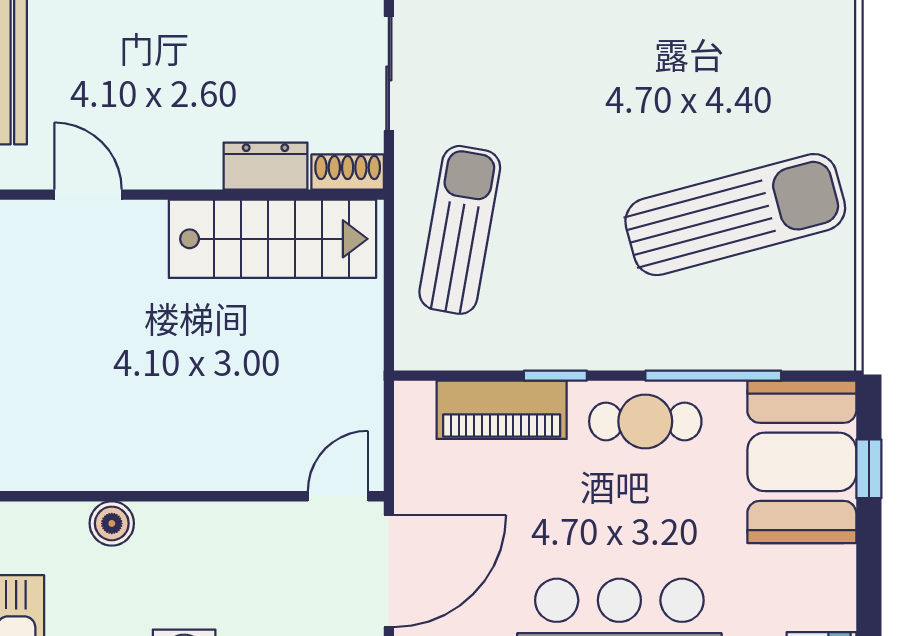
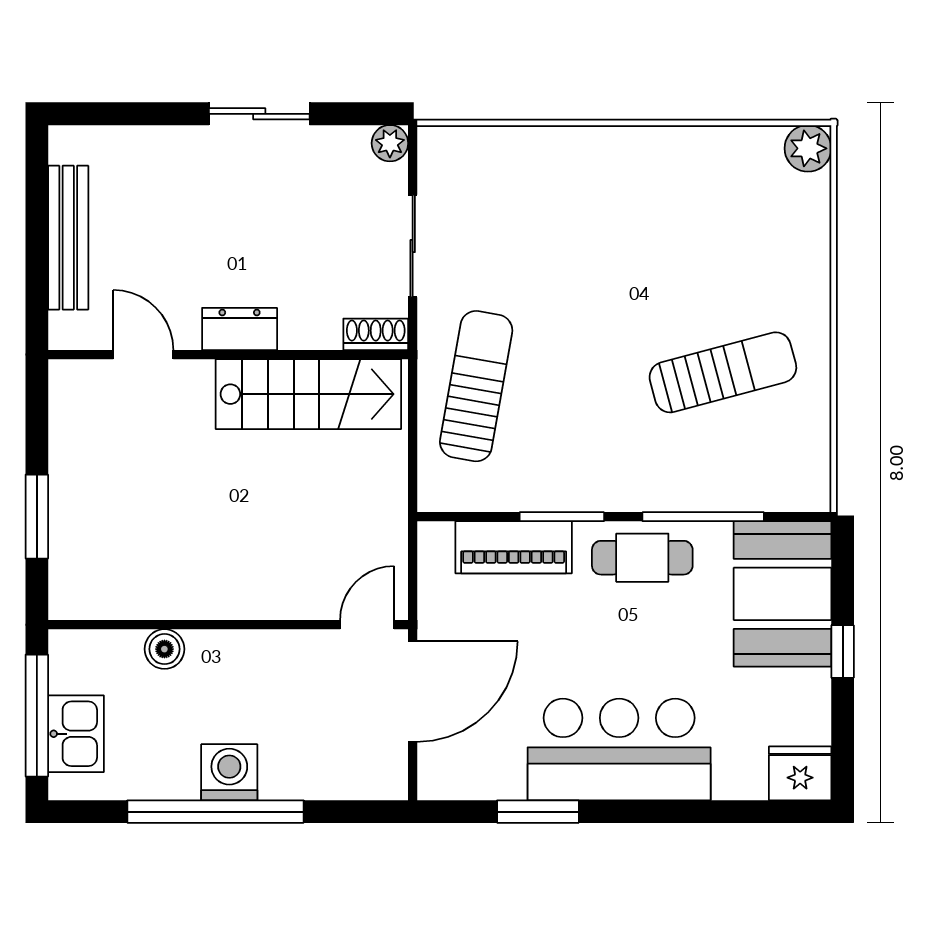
dresser: (265, 166) -> (240, 329), moved
sun lounger: (735, 215) -> (723, 372), width x0.73, depth x0.75
window: (555, 376) -> (562, 517), width x1.50
window: (869, 469) -> (843, 652), moved

